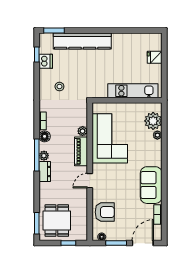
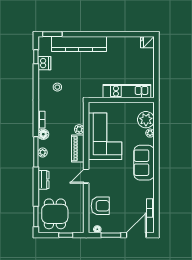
fridge: (155, 57) -> (147, 42), moved
dresser: (45, 172) -> (43, 180), moved
sofa: (151, 185) -> (144, 163), moved

